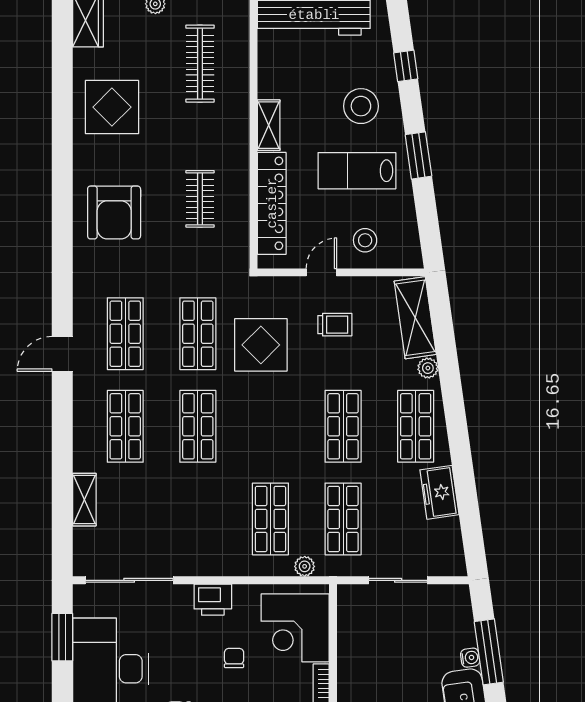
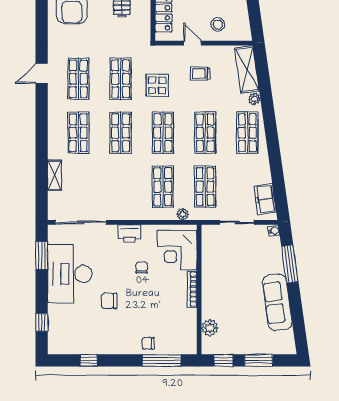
door: (321, 272) -> (192, 43), hinge flipped
trolley: (335, 325) -> (200, 74), turned 180
display table: (261, 345) -> (157, 85), width x0.73, depth x0.73
door: (62, 354) -> (42, 73), moved
shop shelf: (270, 426) -> (163, 133), added
freezer: (439, 492) -> (265, 199), moved
water cooler: (470, 658) -> (274, 231), moved

